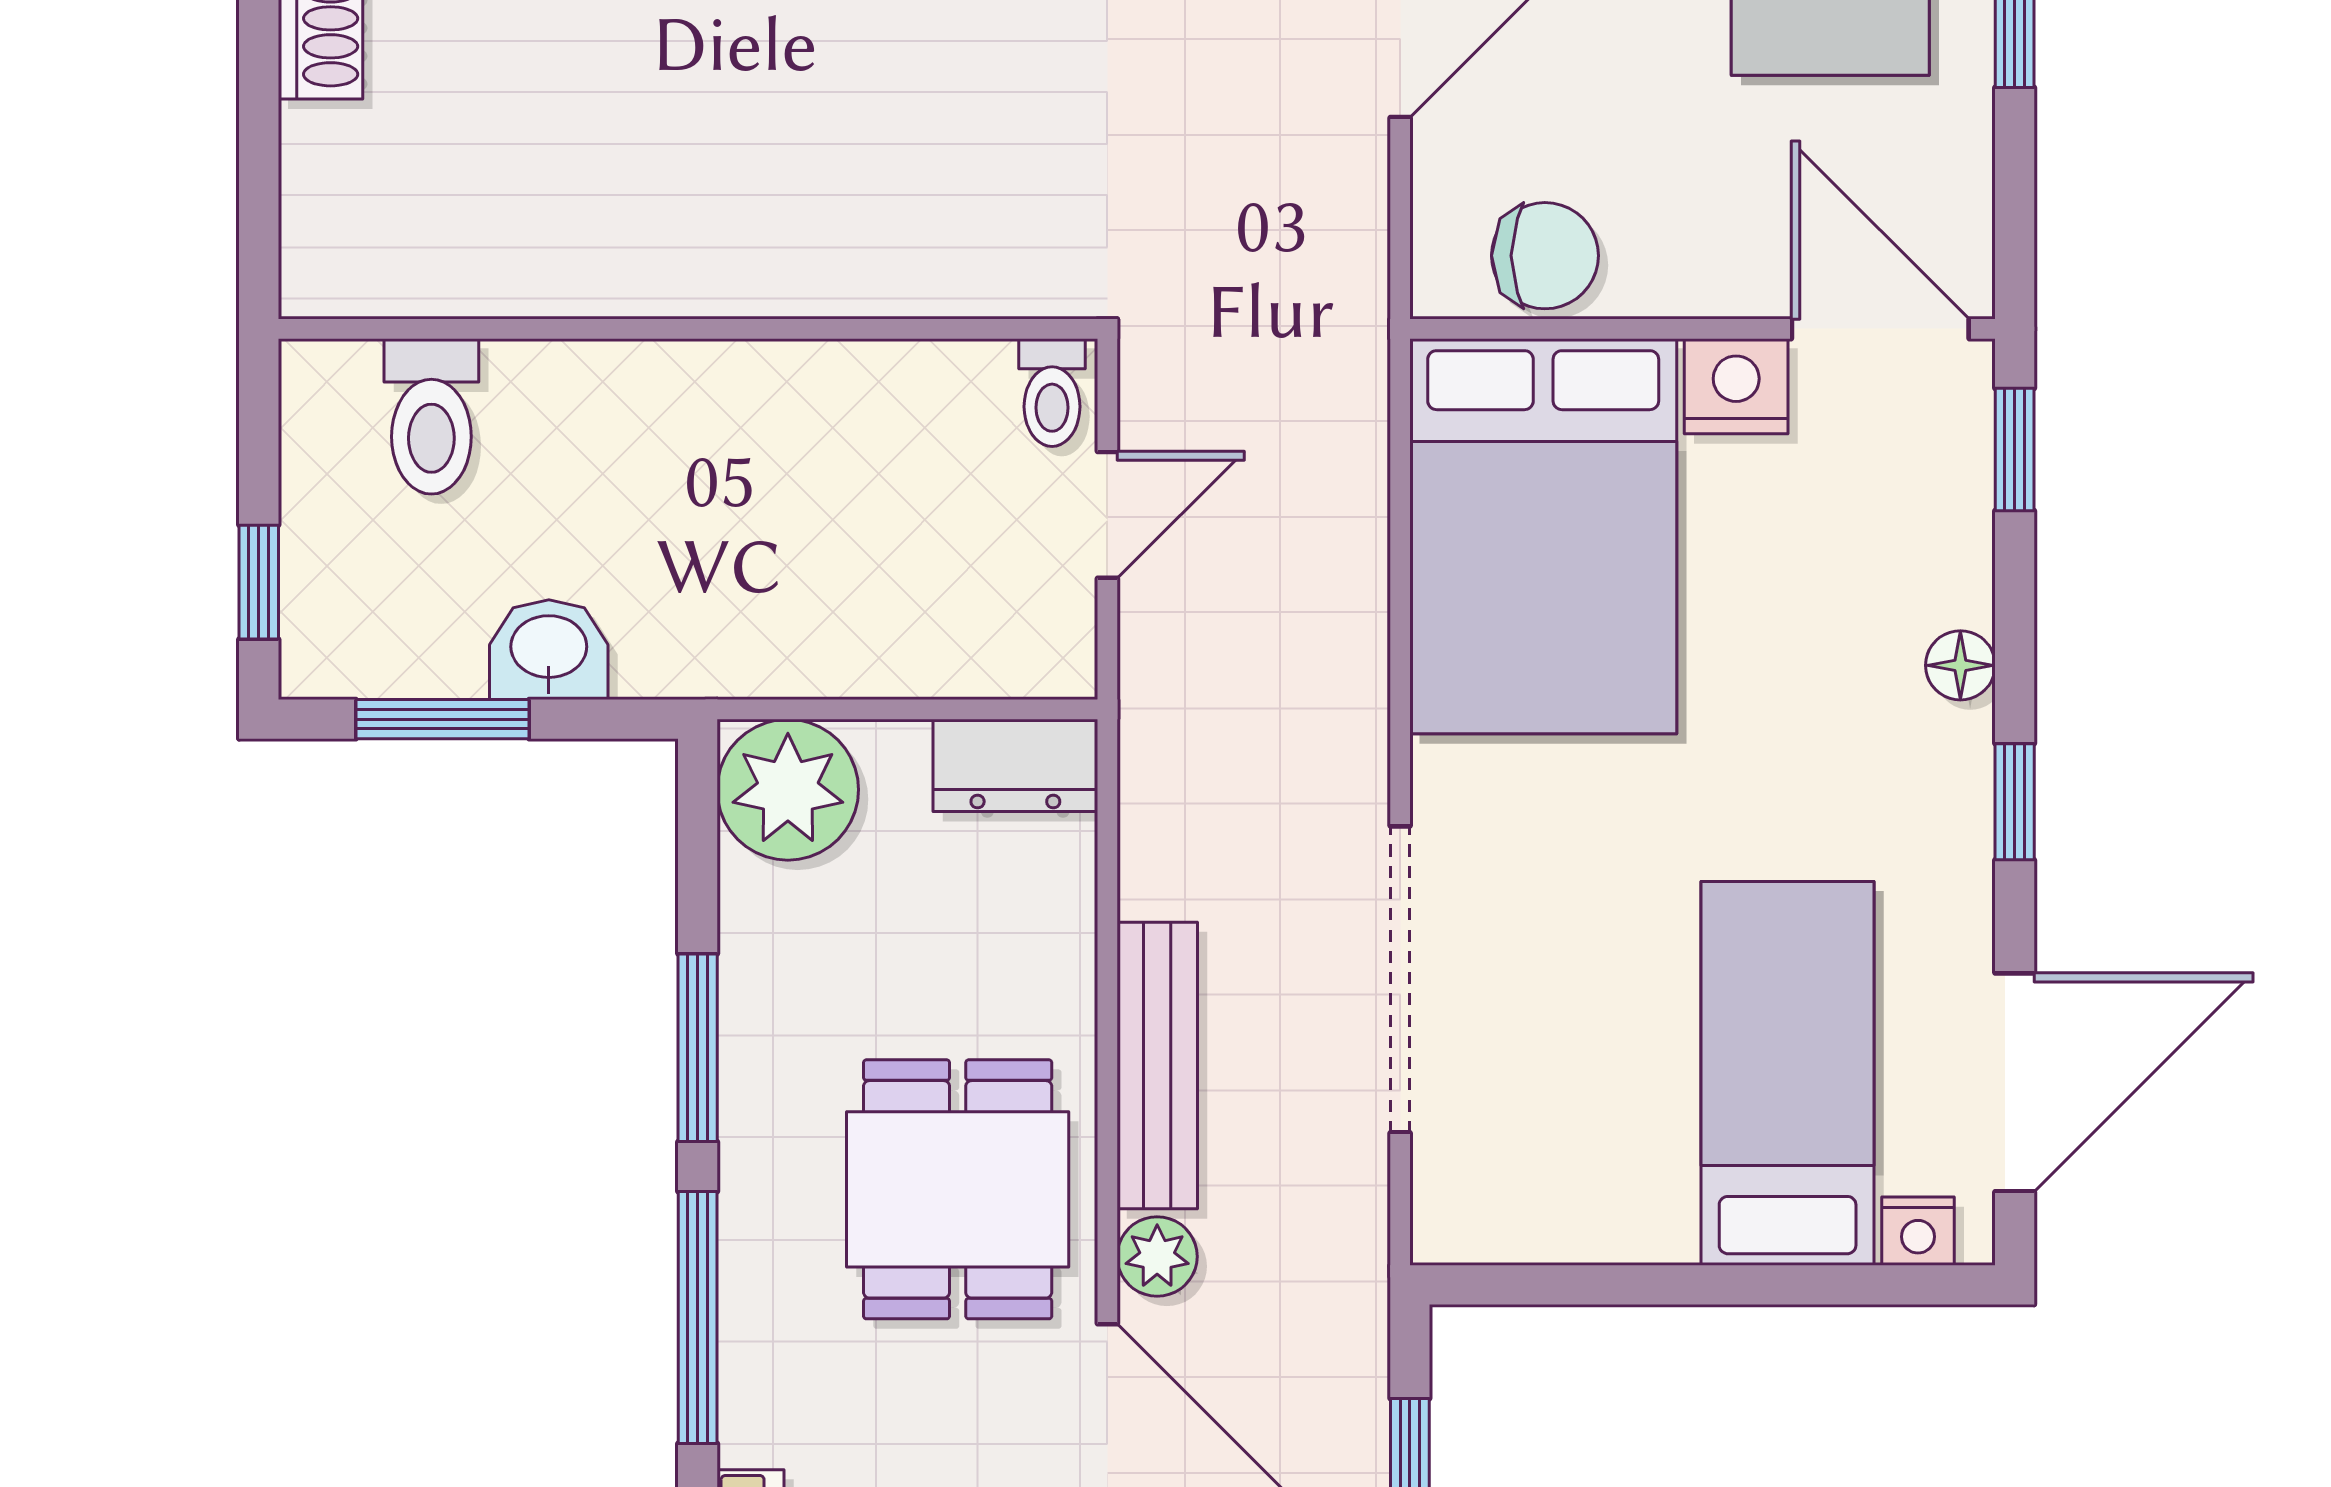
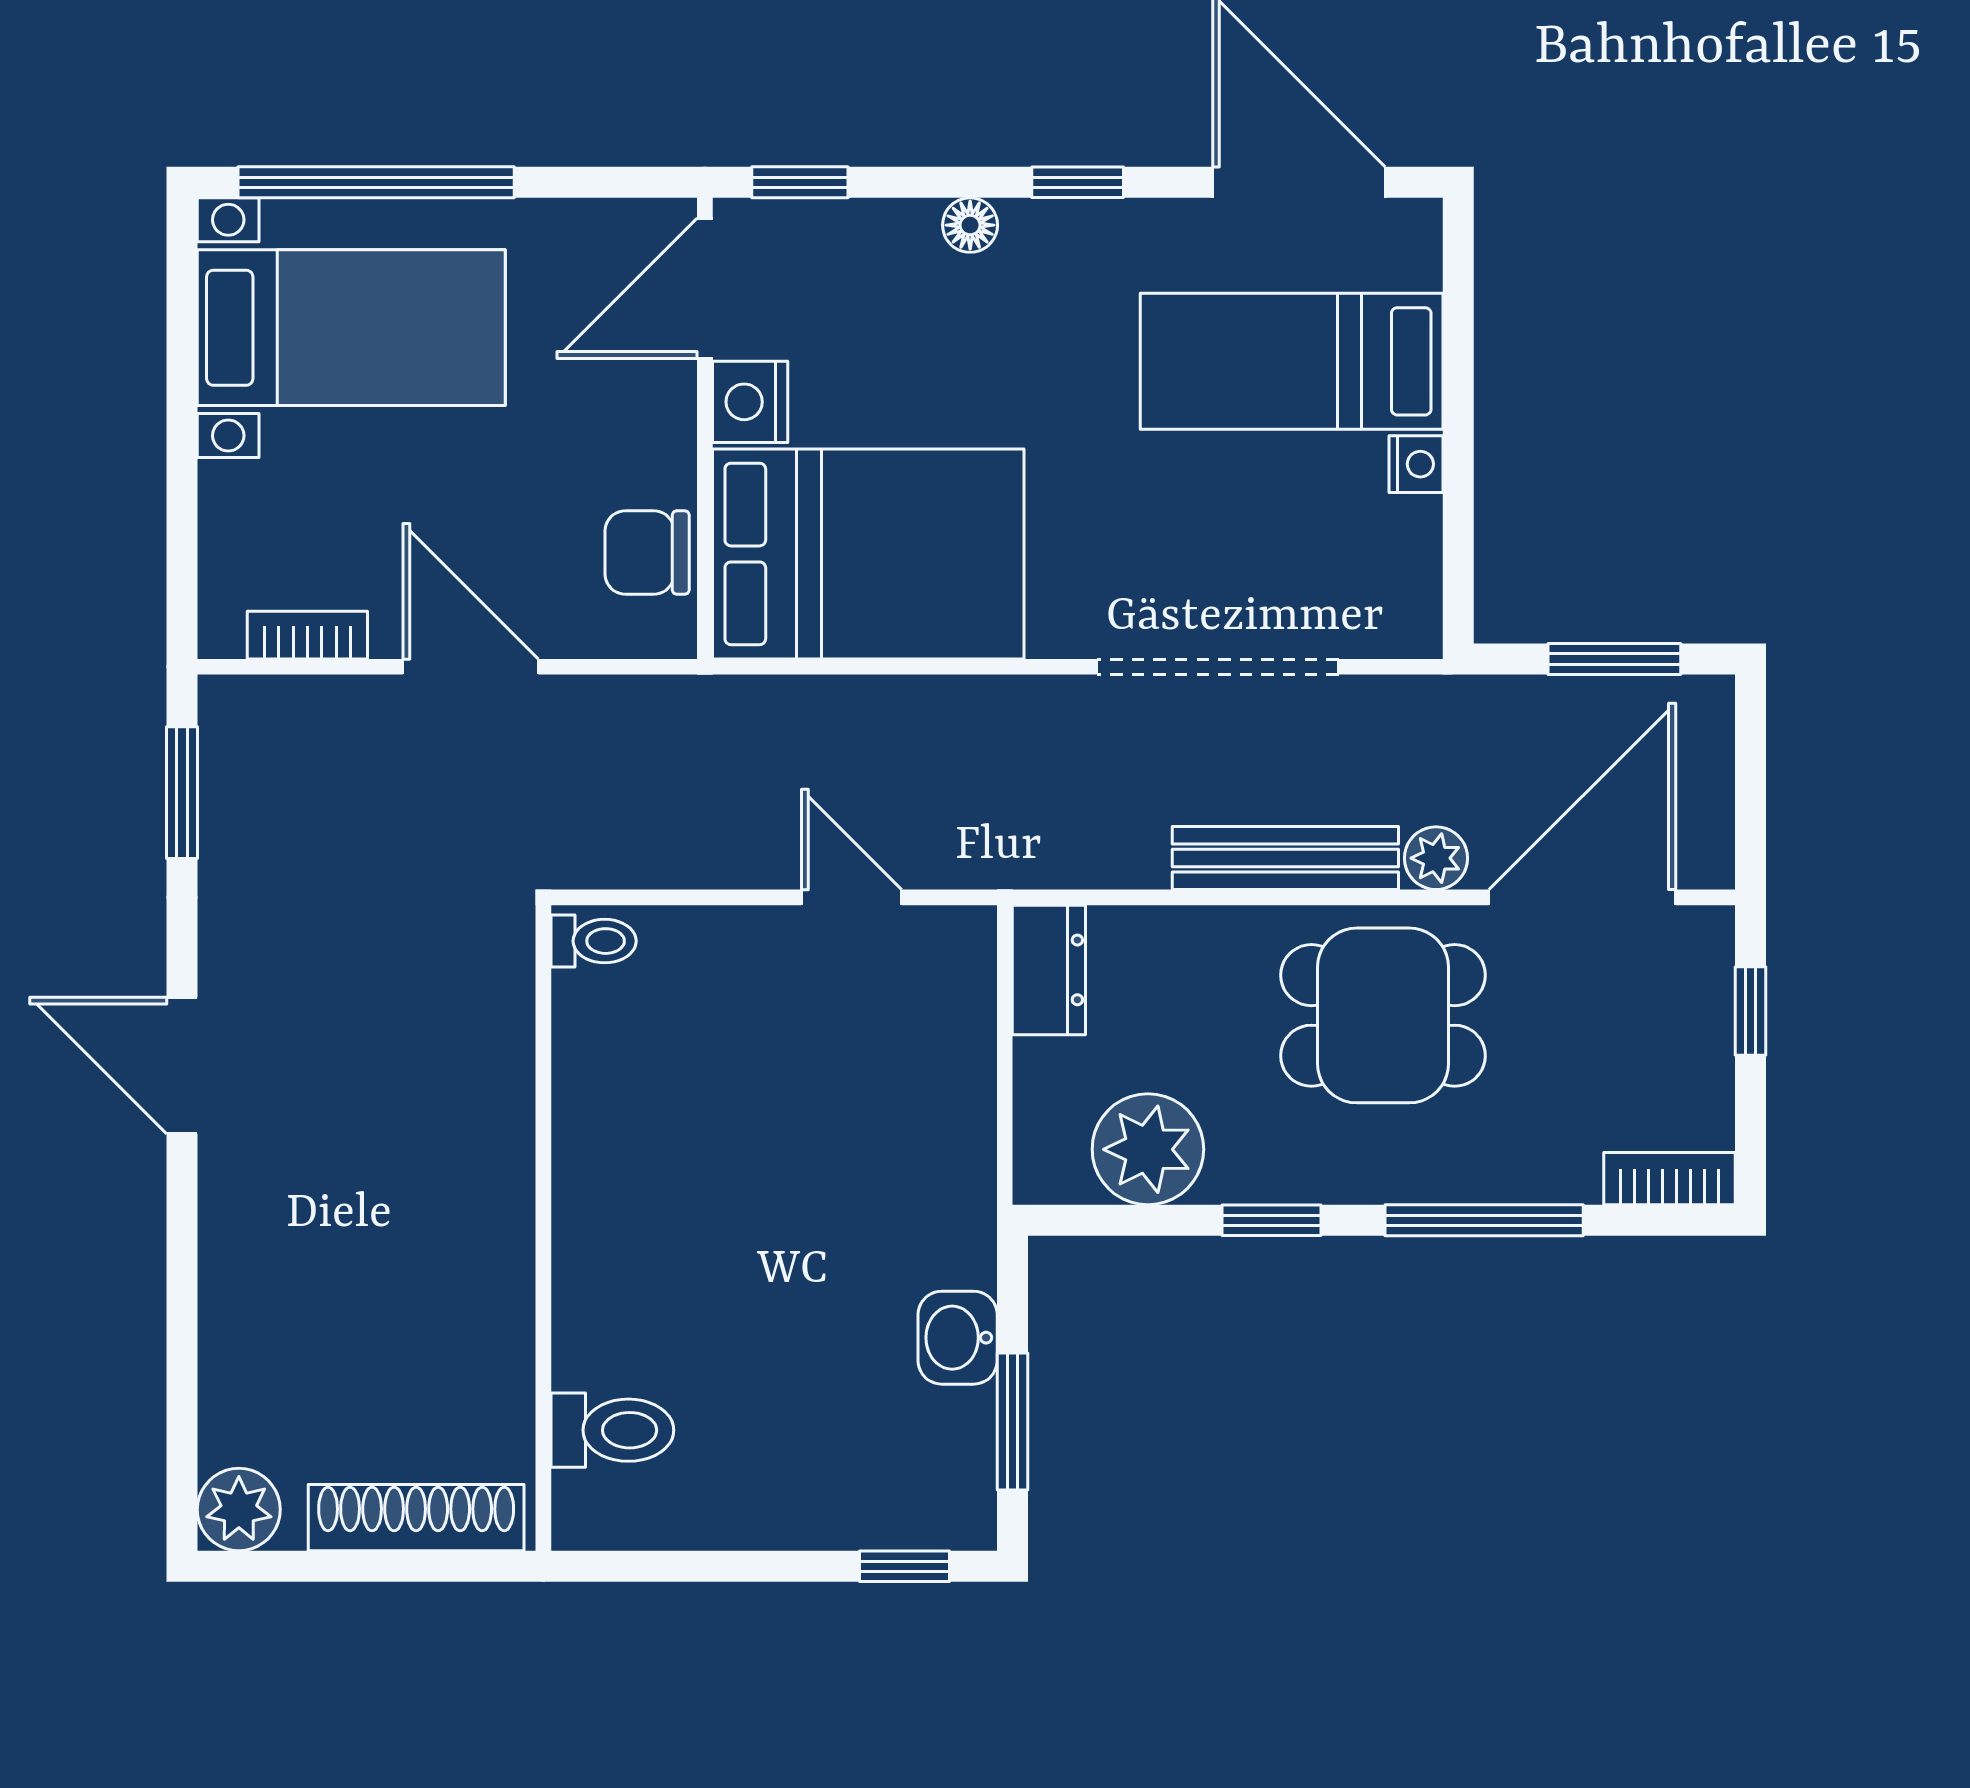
chair: (1545, 256) -> (647, 552), turned -90
wall: (688, 329) -> (543, 1228), moved
toilet: (1052, 393) -> (594, 941), moved
toilet: (431, 416) -> (612, 1430), moved
plant: (788, 790) -> (1148, 1149), moved
window: (698, 1048) -> (1271, 1220), width x0.67
nightstand: (1918, 1231) -> (1416, 464), moved

